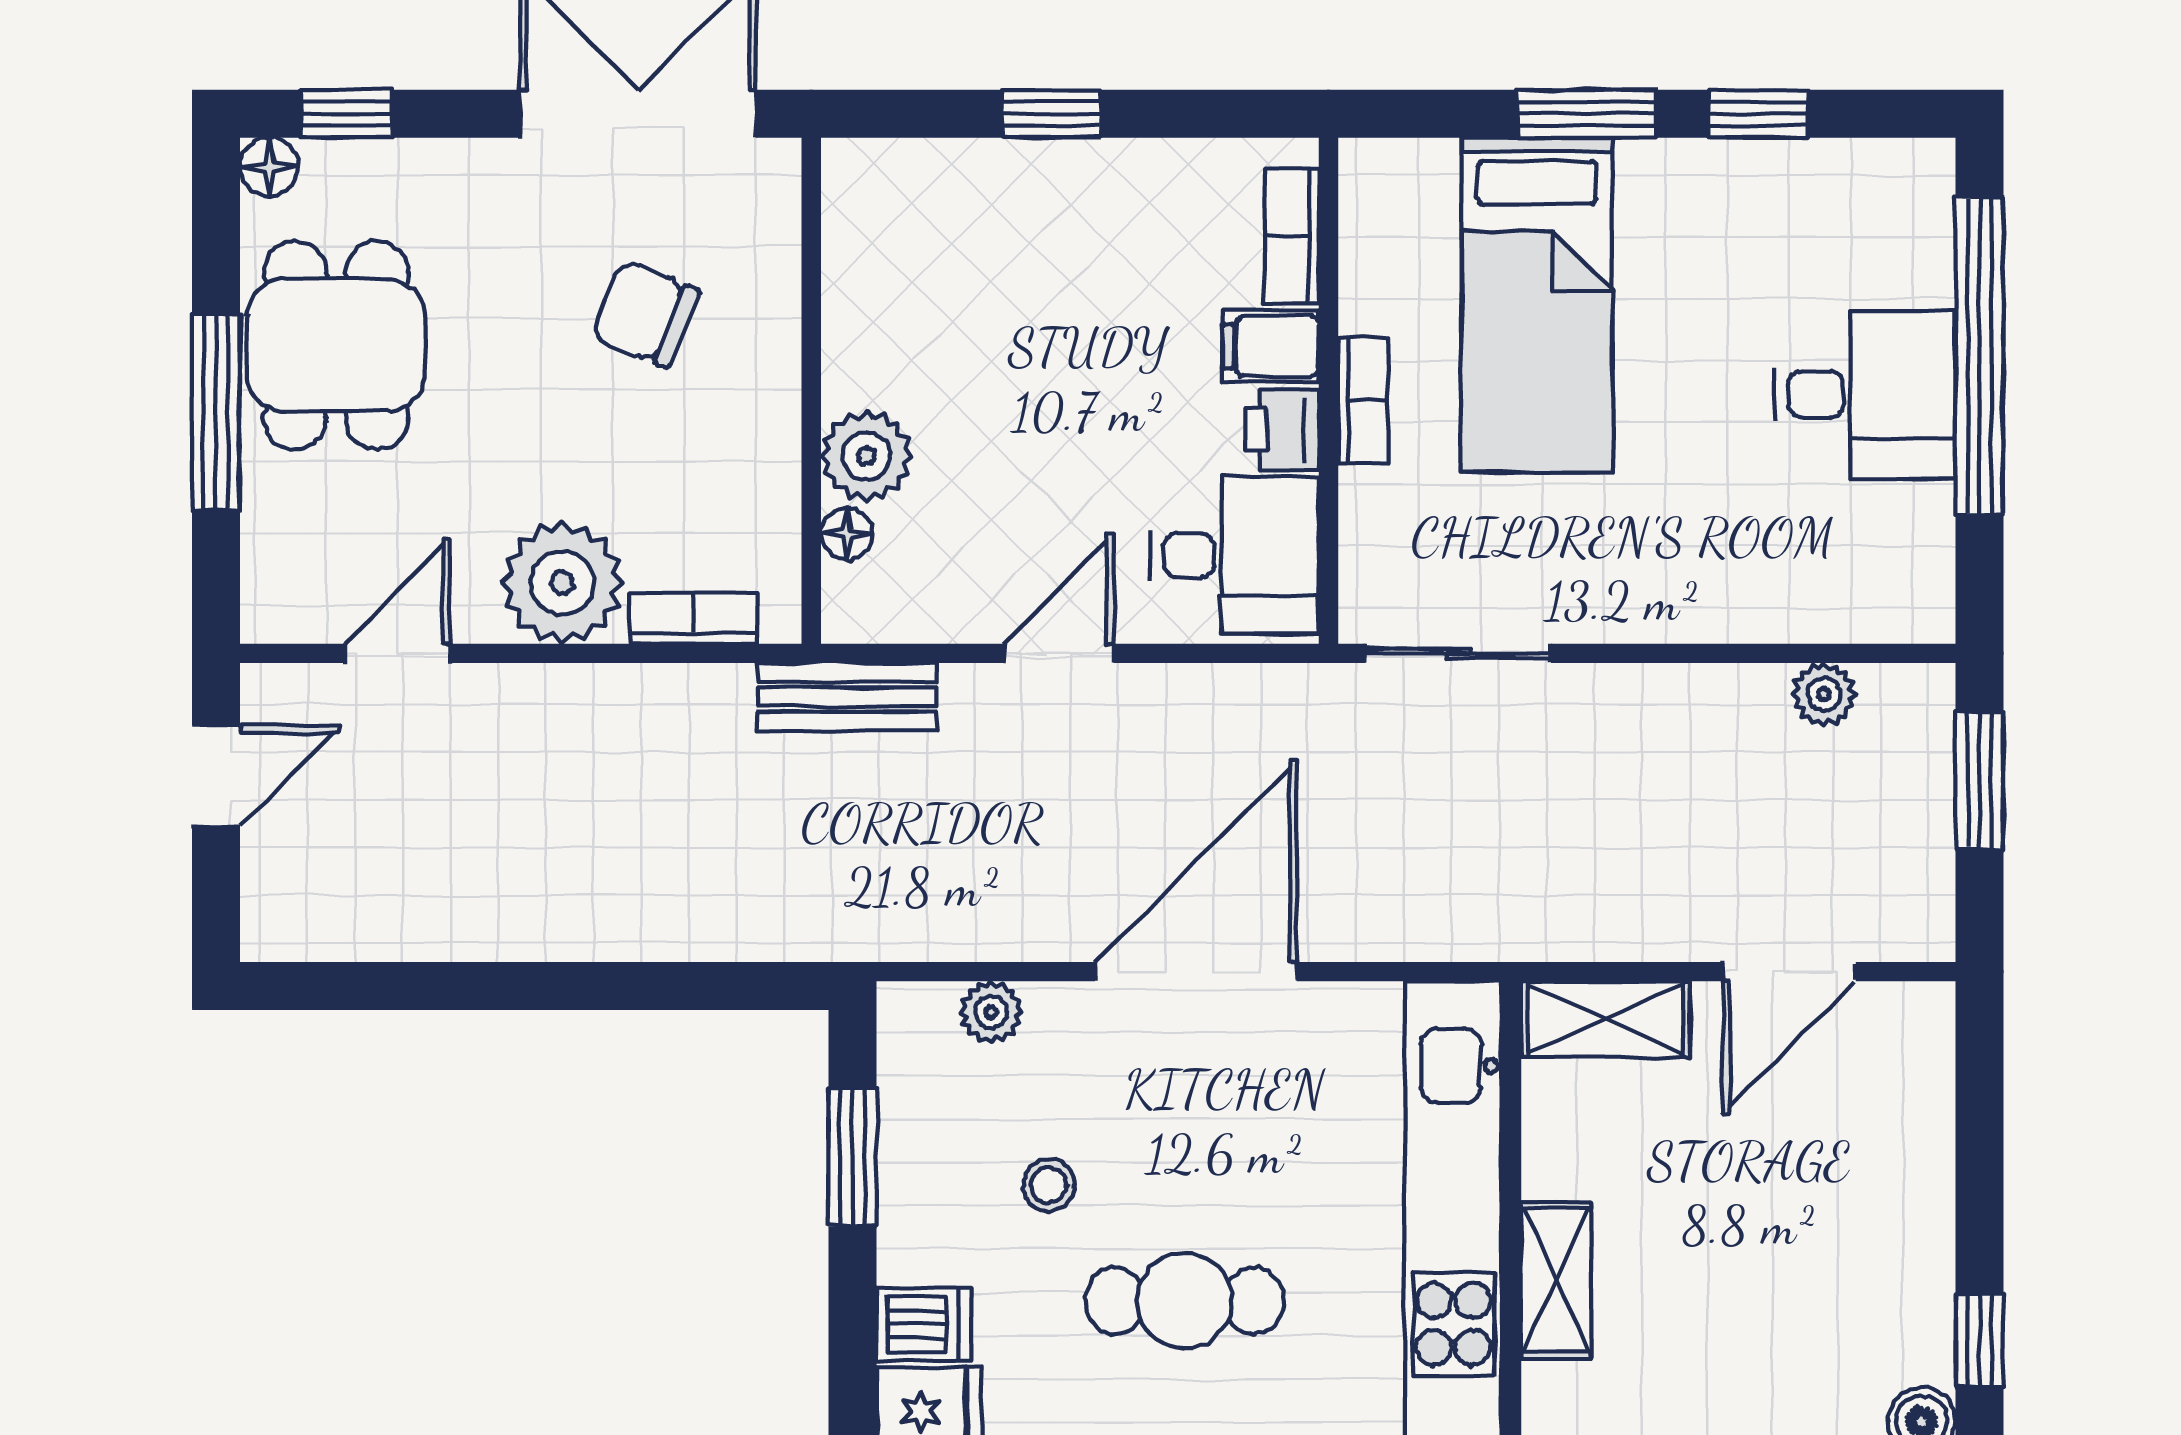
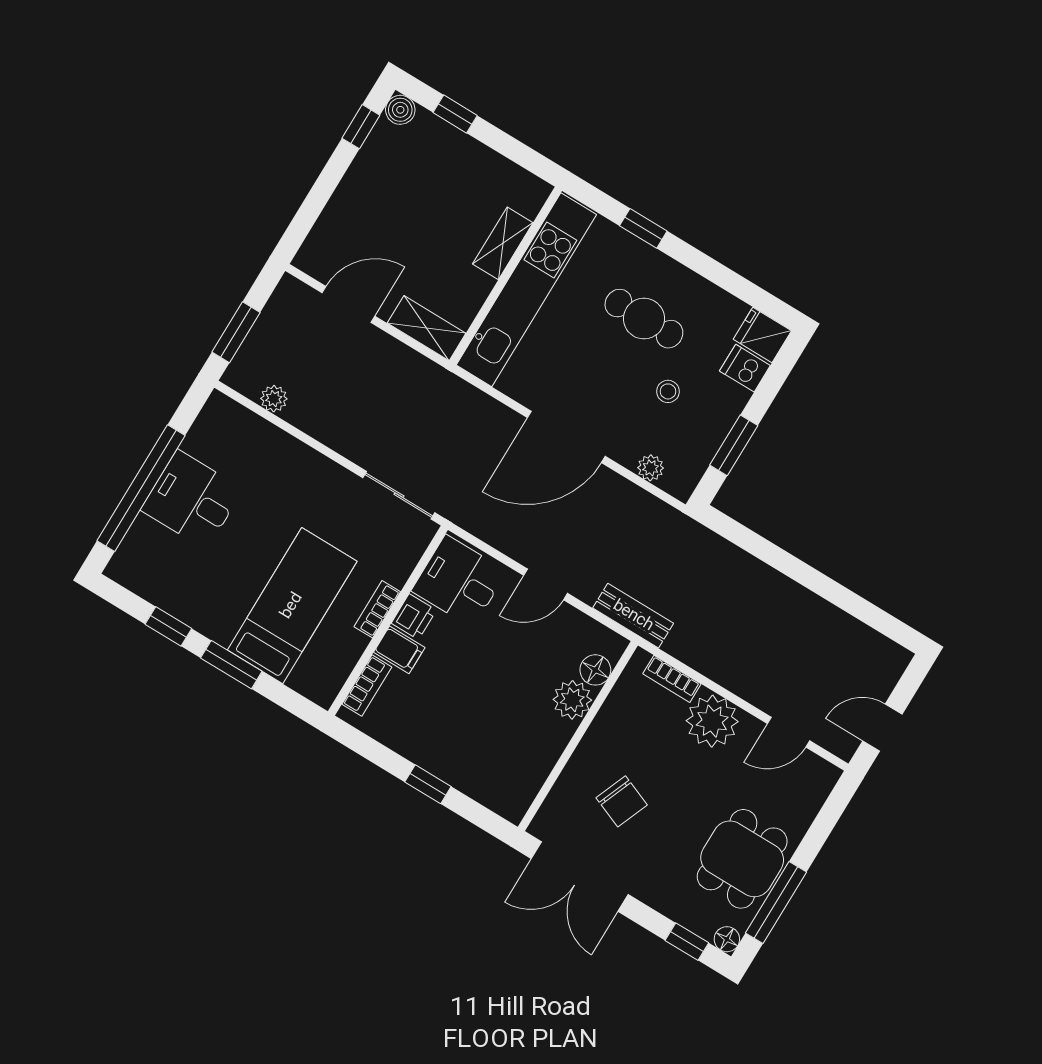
window: (216, 413) -> (776, 903), moved
floor lamp: (847, 534) -> (595, 670), width x1.37, depth x1.37

